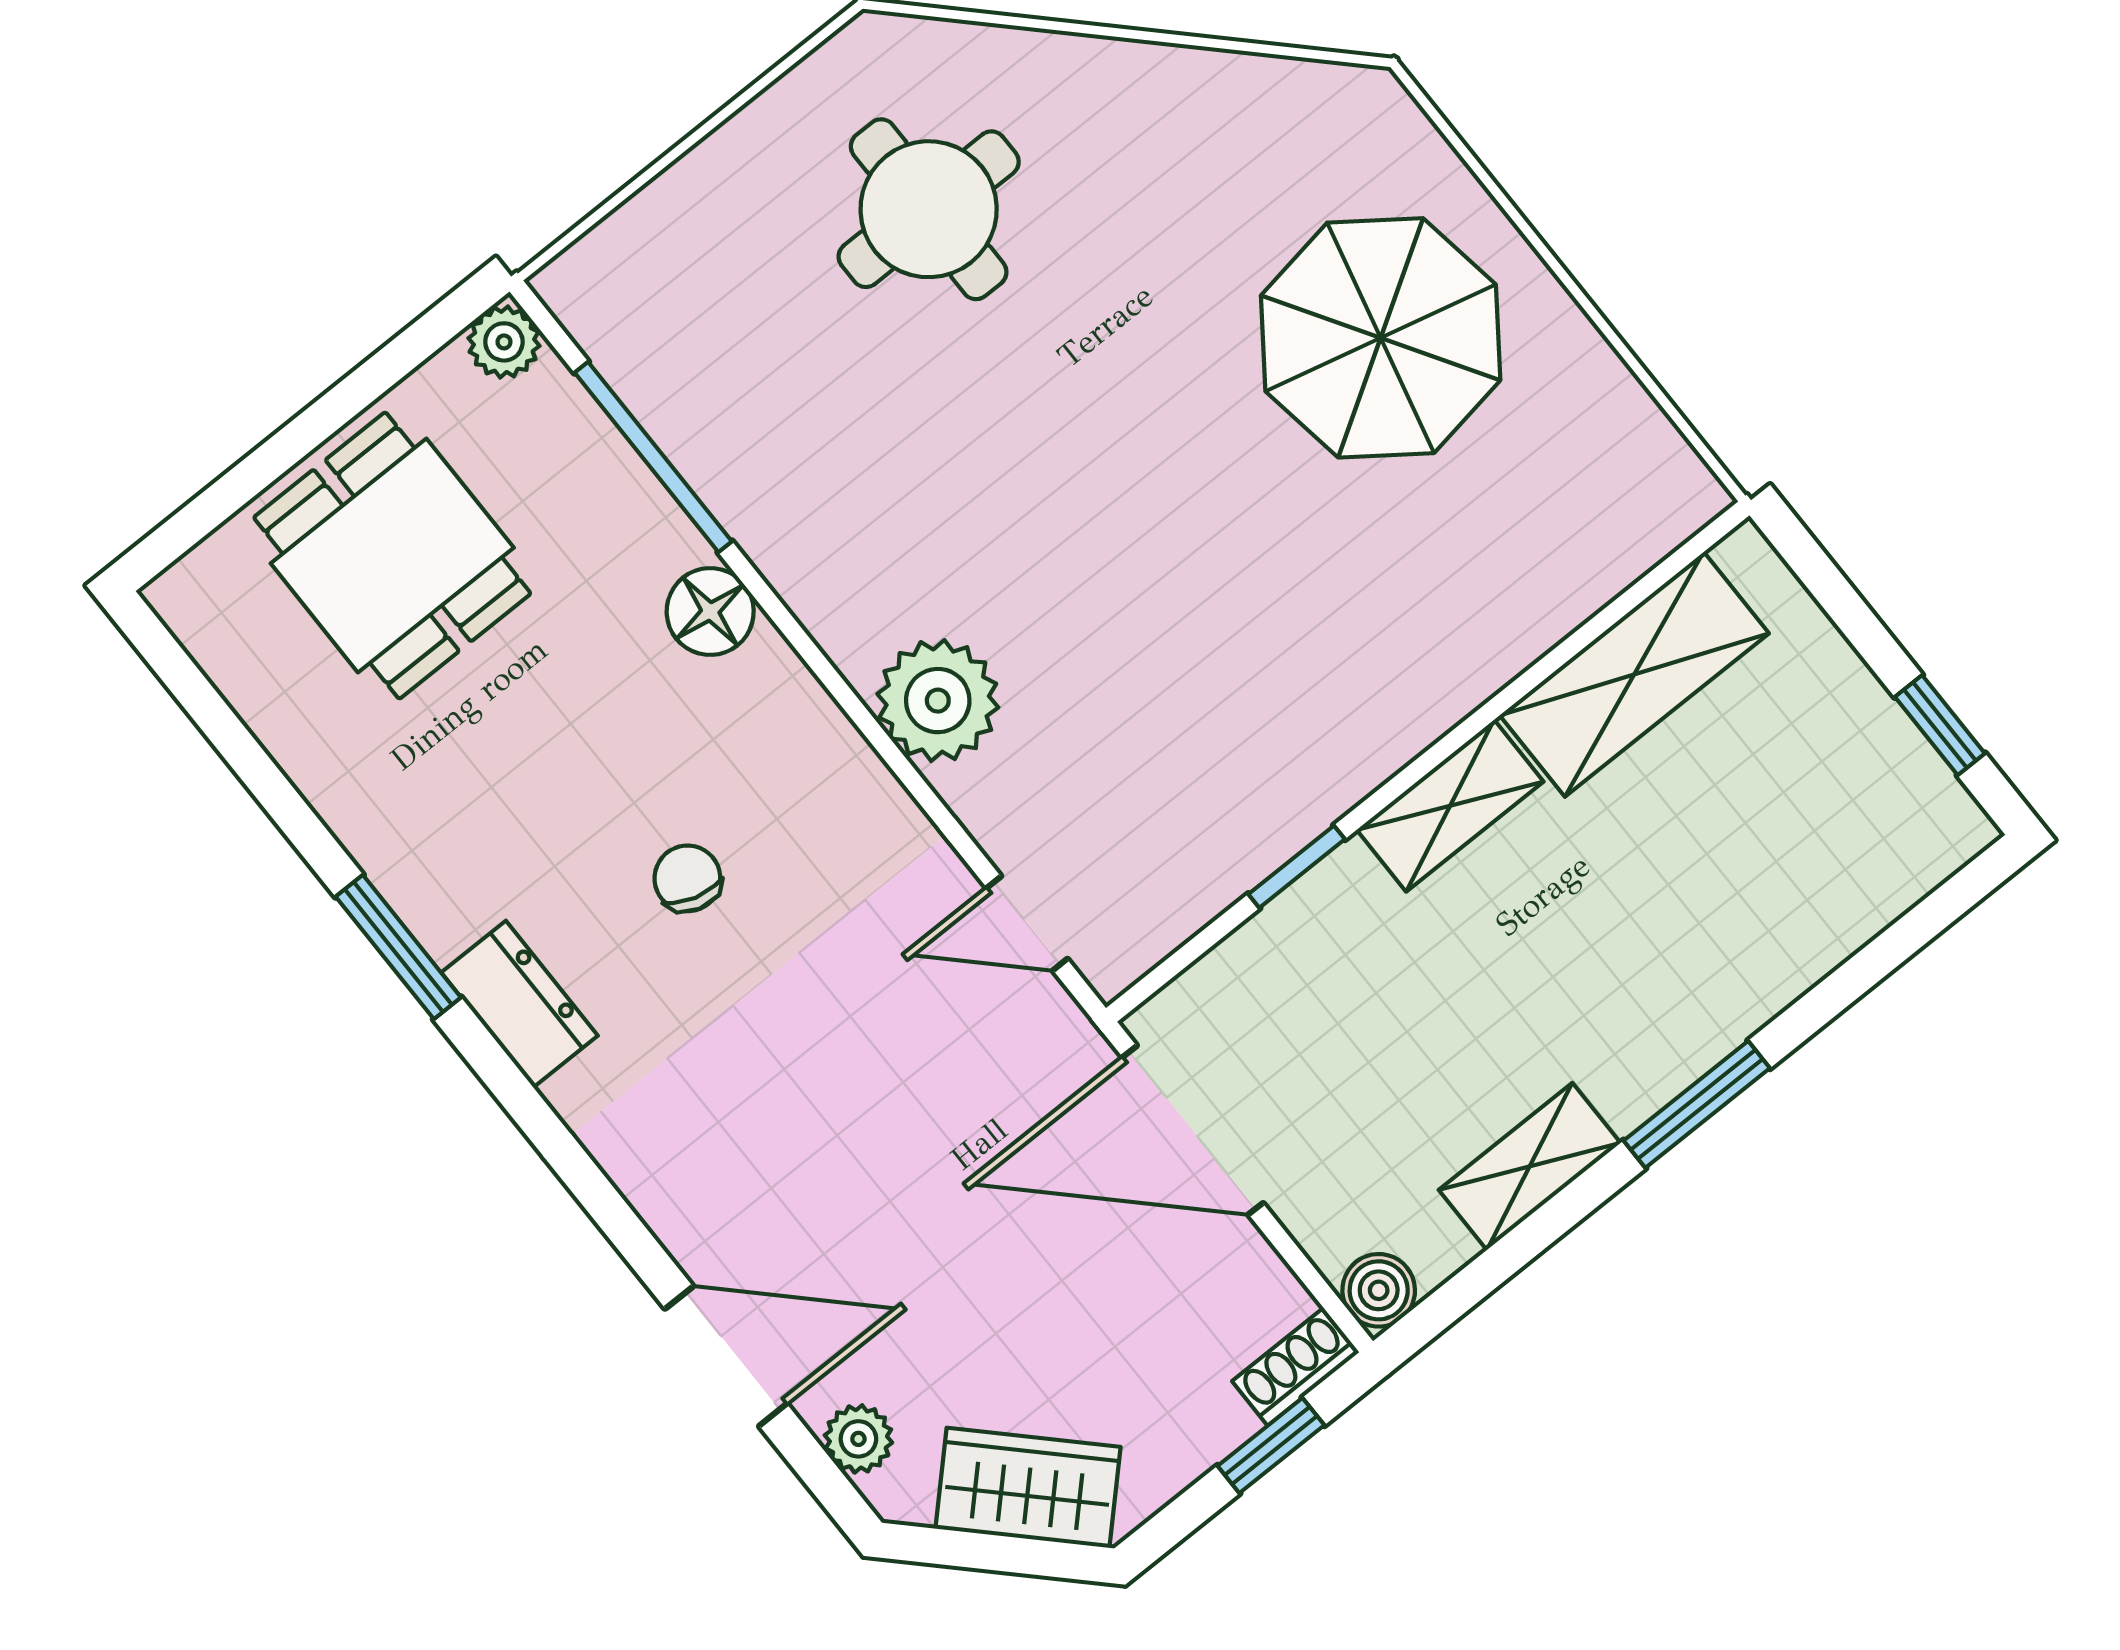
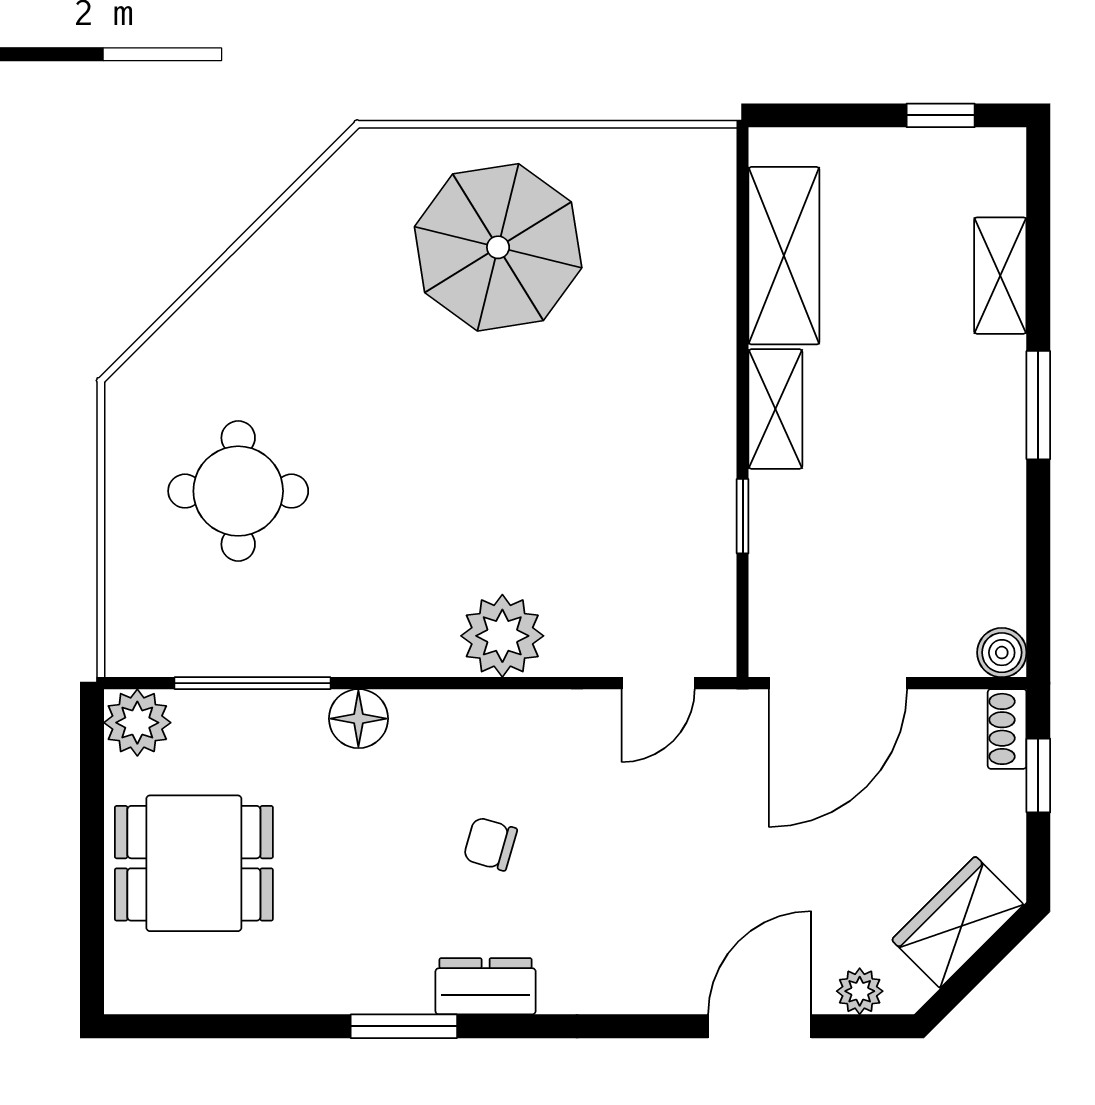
round table: (929, 209) -> (238, 491), moved
plant: (504, 342) -> (137, 723), width x1.38, depth x1.38
shelving: (1530, 1166) -> (1000, 276), moved

